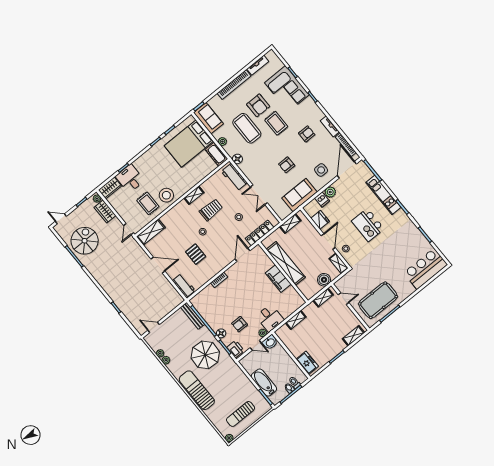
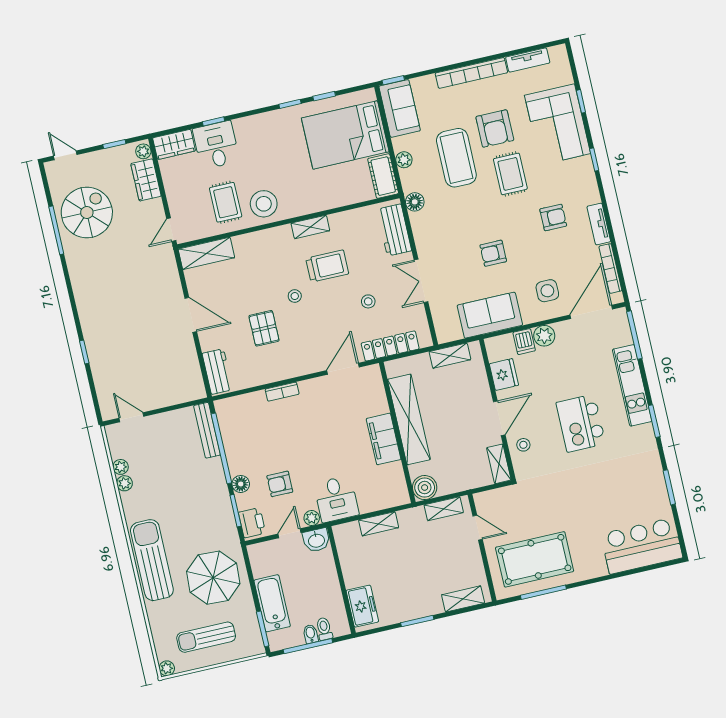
boiler: (324, 280) -> (425, 488), moved
door: (256, 345) -> (289, 533), swing flipped
parasol: (205, 355) -> (213, 578), moved

